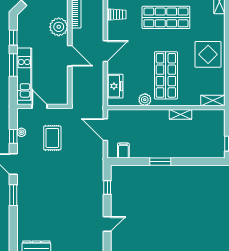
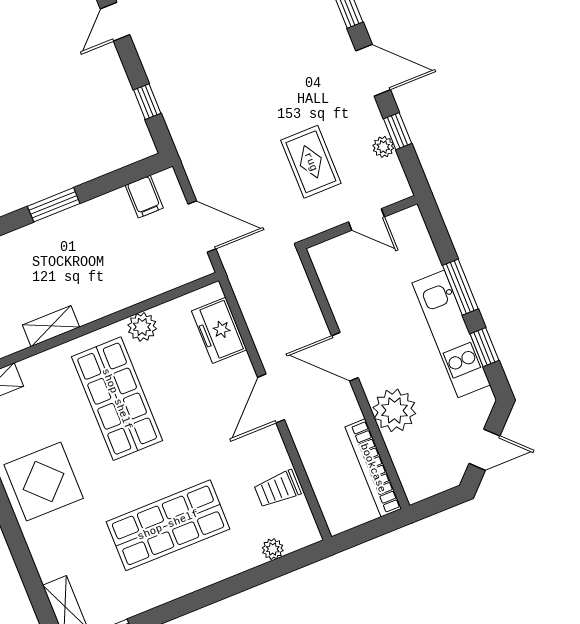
kitchen unit: (24, 74) -> (451, 334), moved

